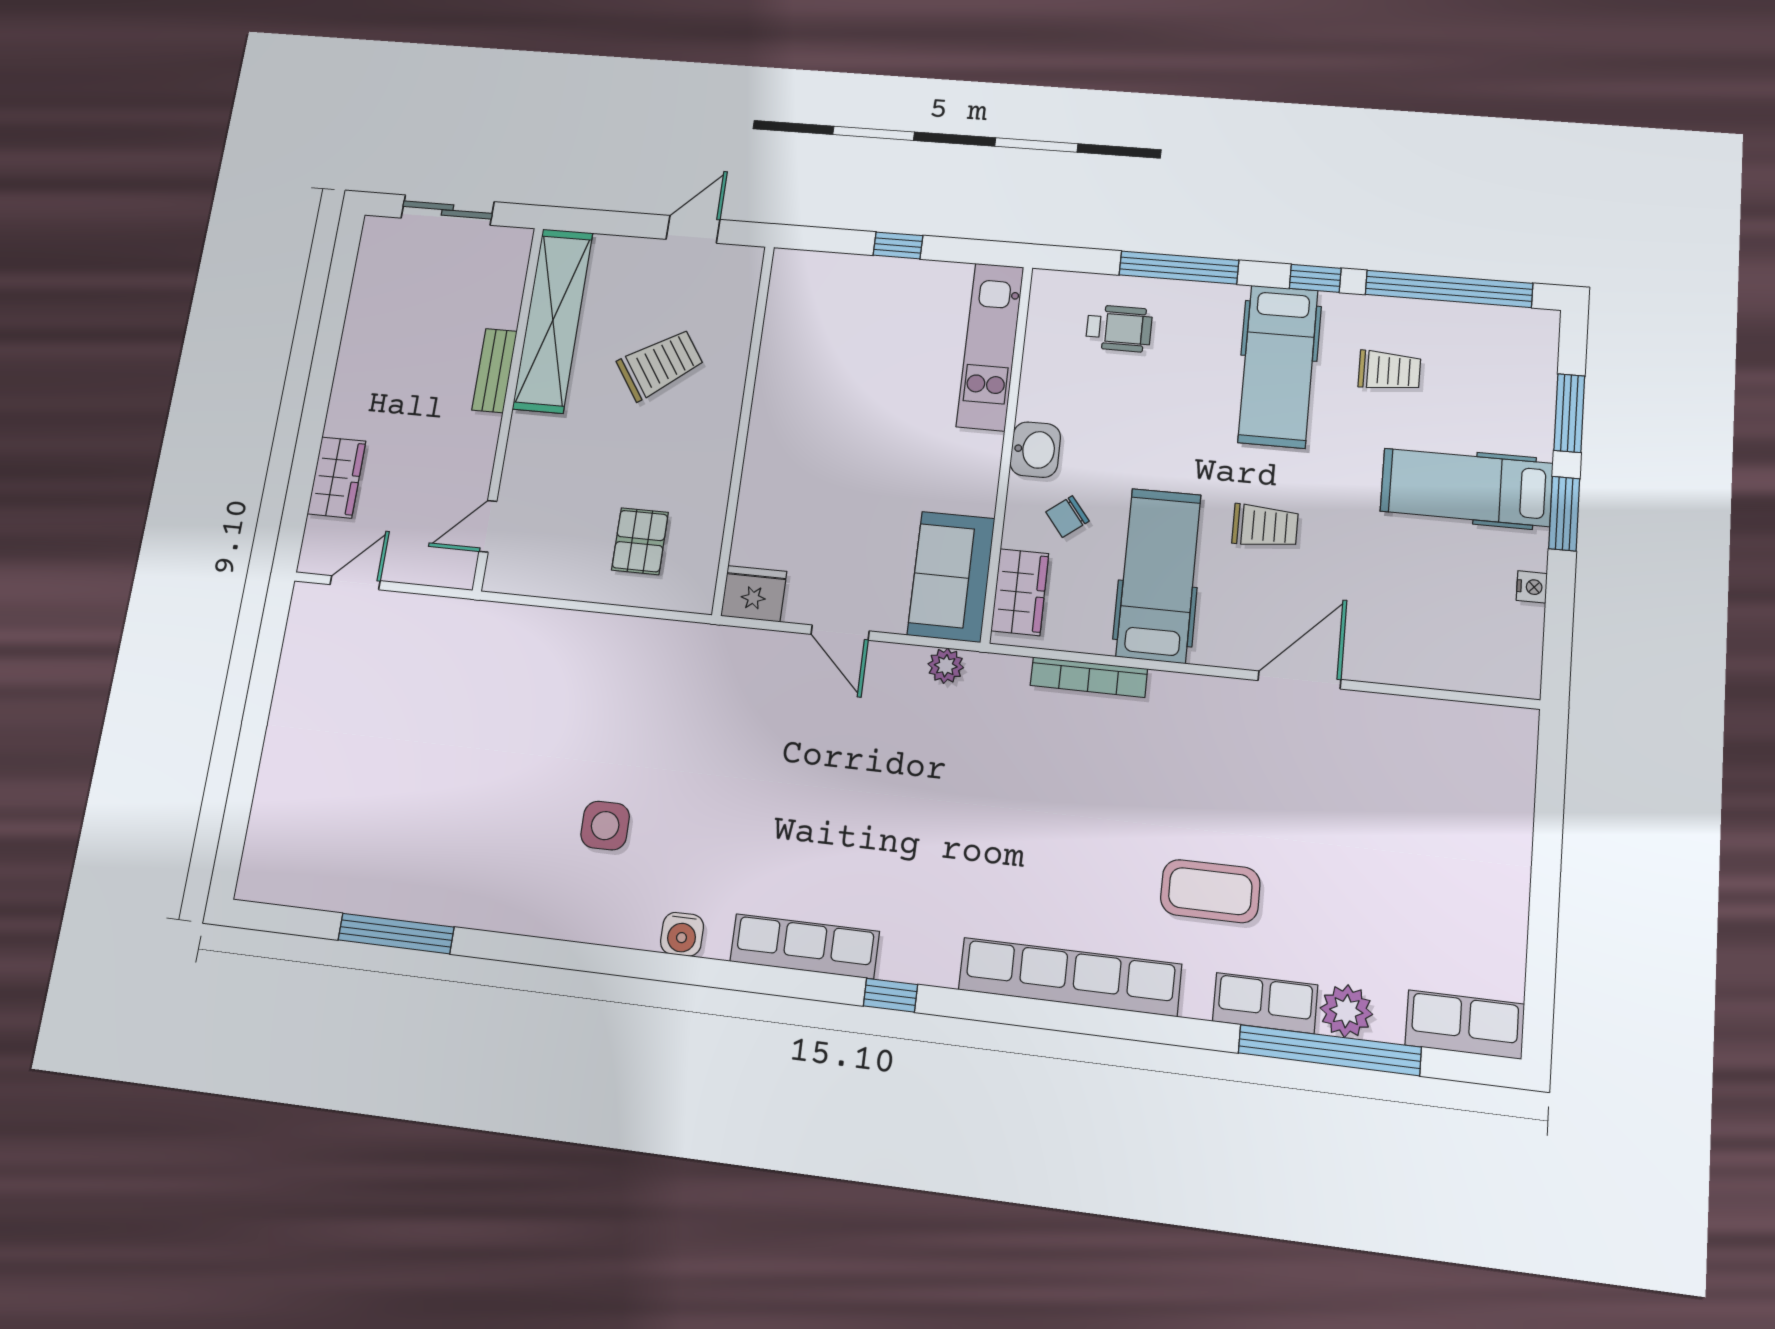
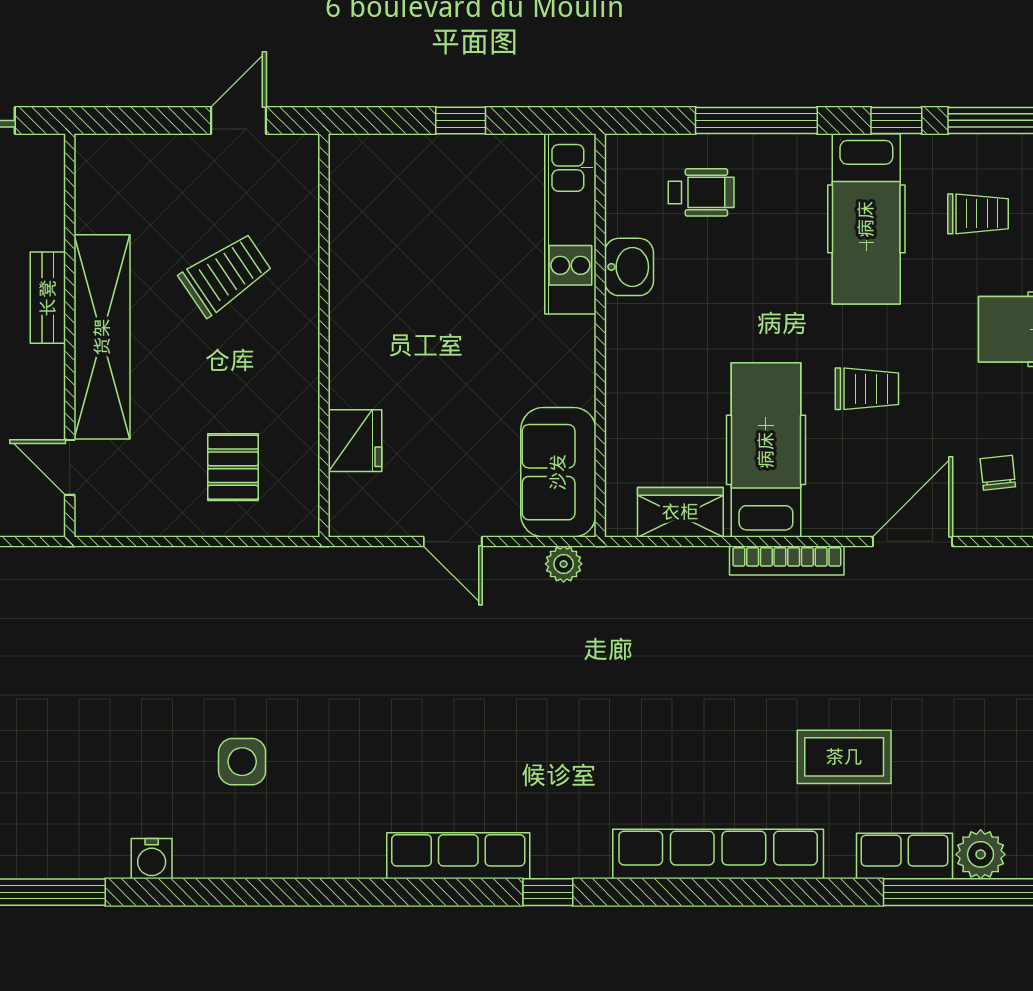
shelving: (553, 320) -> (102, 337), moved
washbasin: (1035, 450) -> (629, 267), moved
chair: (1067, 517) -> (998, 473), moved, turned 122
door: (488, 526) -> (70, 467), hinge flipped
wardrobe: (1020, 592) -> (680, 512), moved, turned -90
fridge: (754, 594) -> (355, 441), moved, turned 90
bookcase: (1089, 677) -> (787, 560), moved
water cooler: (682, 934) -> (152, 859), moved

